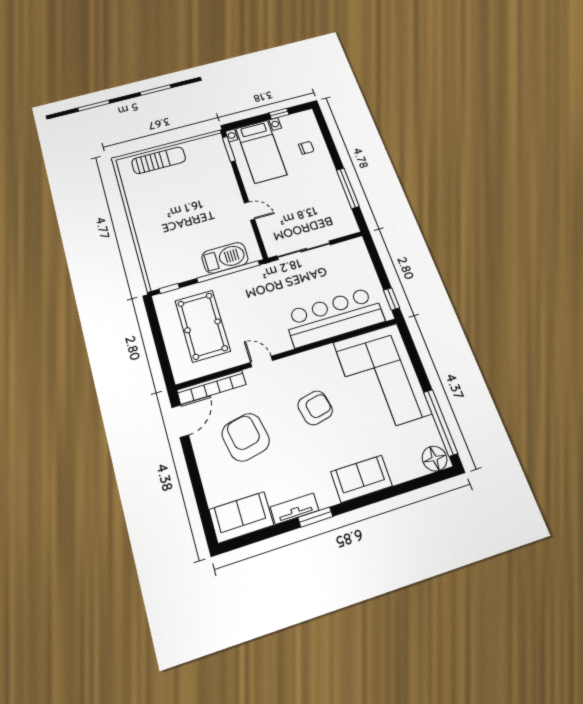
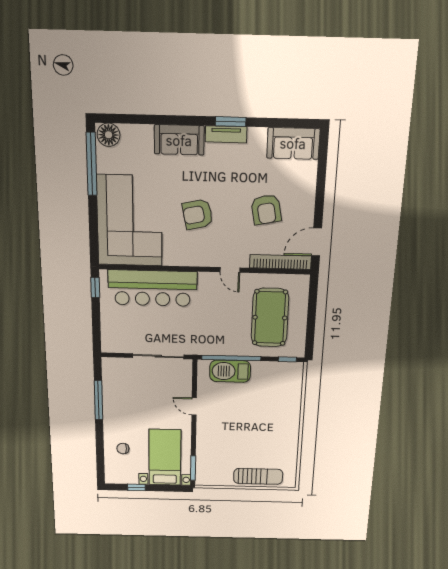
sun lounger: (159, 160) -> (258, 476), turned 180
armchair: (246, 437) -> (266, 210), width x0.73, depth x0.73
tv unit: (295, 509) -> (226, 134), moved

